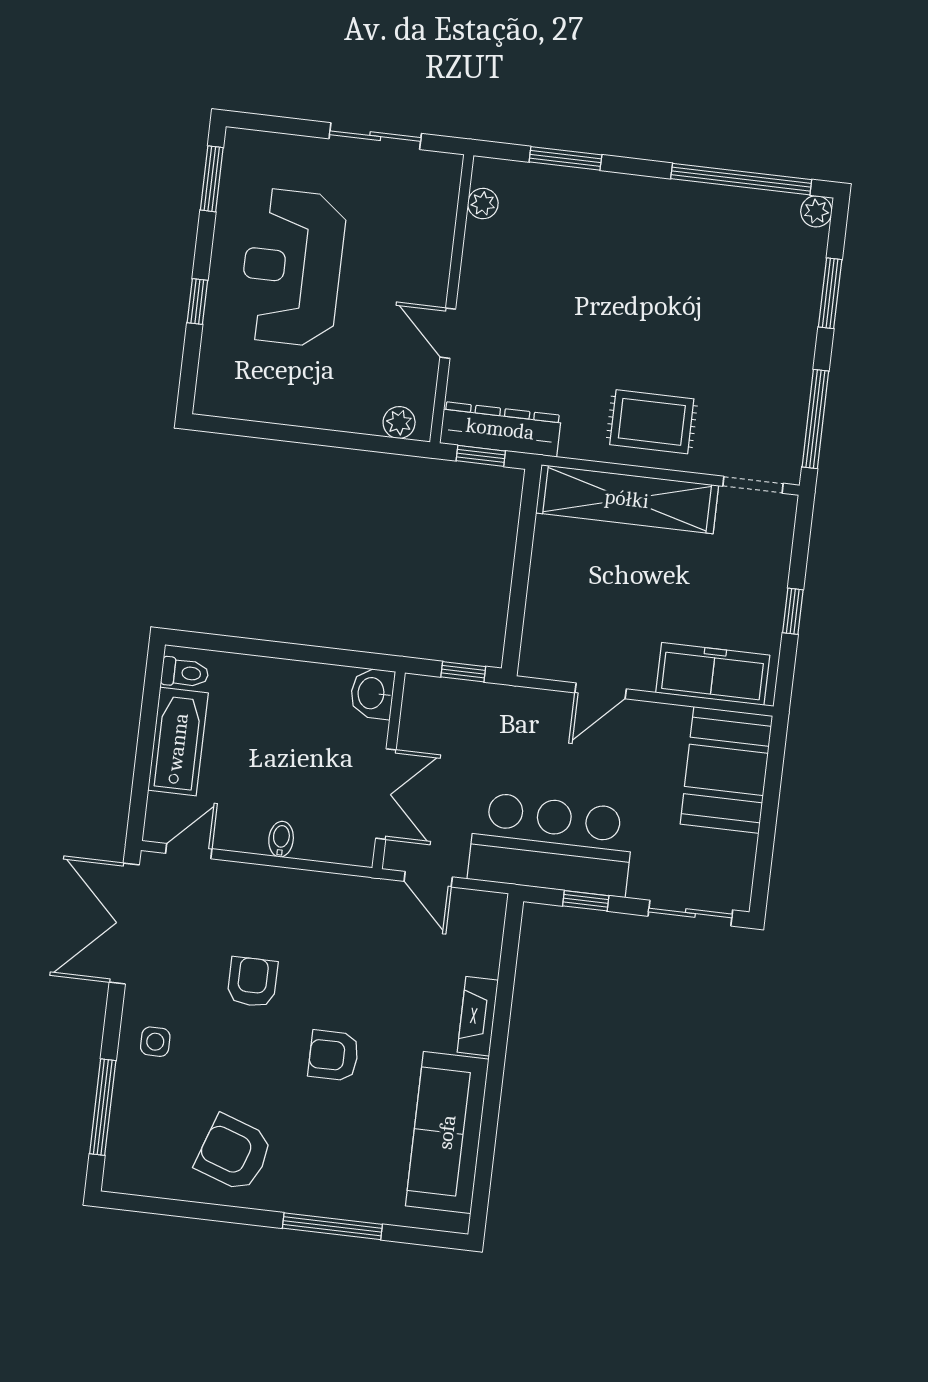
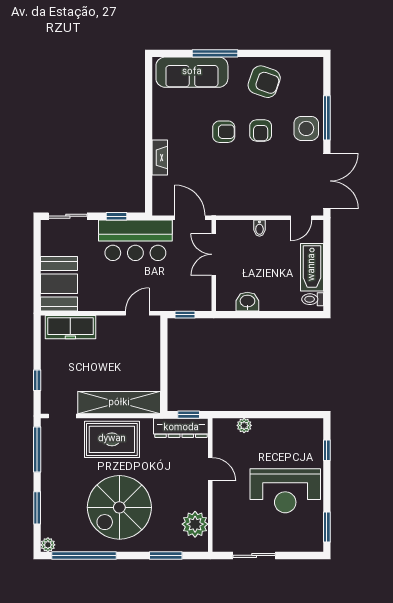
plant: (483, 204) -> (195, 524), width x1.88, depth x1.88
reception desk: (292, 267) -> (285, 491), turned 90
spiral stairs: (653, 274) -> (119, 507), added
window: (197, 301) -> (327, 450), moved
plant: (399, 422) -> (244, 425), moved
rug: (652, 422) -> (112, 439), width x1.36, depth x1.43
window: (793, 611) -> (37, 380), moved
door: (601, 691) -> (137, 313), moved
washbasin: (372, 693) -> (247, 302), moved, turned -90
door: (428, 879) -> (190, 218), width x1.38
armchair: (252, 982) -> (261, 131), moved
side table: (155, 1042) -> (306, 128), width x1.87, depth x1.87
window: (103, 1107) -> (327, 118), moved
sofa: (447, 1132) -> (192, 72), moved, turned 90

